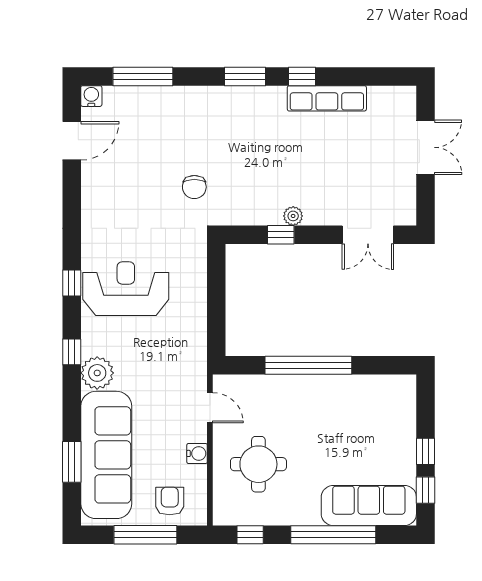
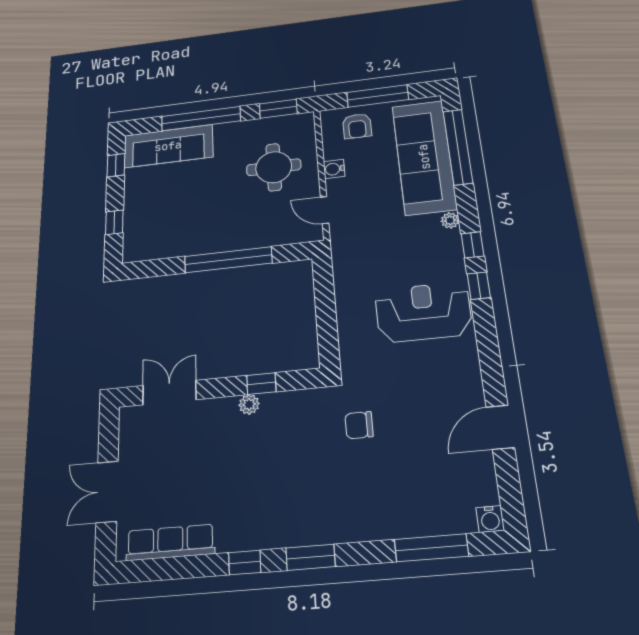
row of seats: (327, 98) -> (170, 542), moved
door: (72, 141) -> (500, 427), moved
chair: (194, 187) -> (359, 425), turned -90
window: (72, 283) -> (479, 286), moved
reception desk: (126, 289) -> (423, 312), turned 180
plant: (97, 373) -> (450, 220), width x0.53, depth x0.53
window: (425, 451) -> (114, 222), moved
window: (72, 462) -> (458, 147), width x2.11
window: (250, 535) -> (278, 109), width x1.50

